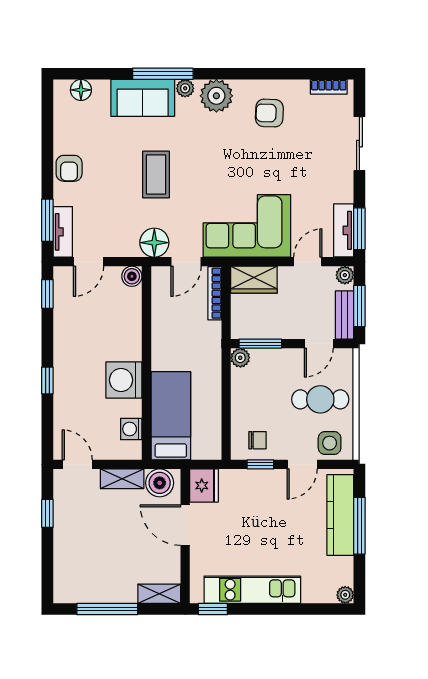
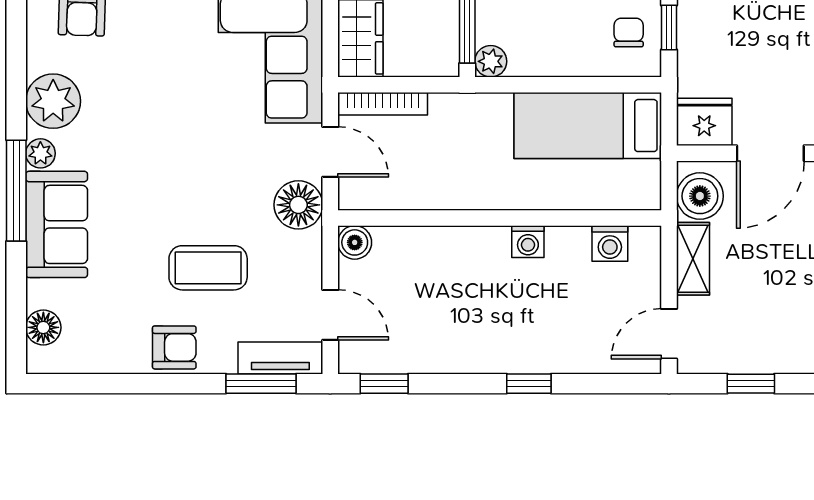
coffee table: (156, 175) -> (208, 268), moved
washing machine: (124, 380) -> (528, 242), width x0.53, depth x0.53
bed: (171, 416) -> (588, 126), moved

